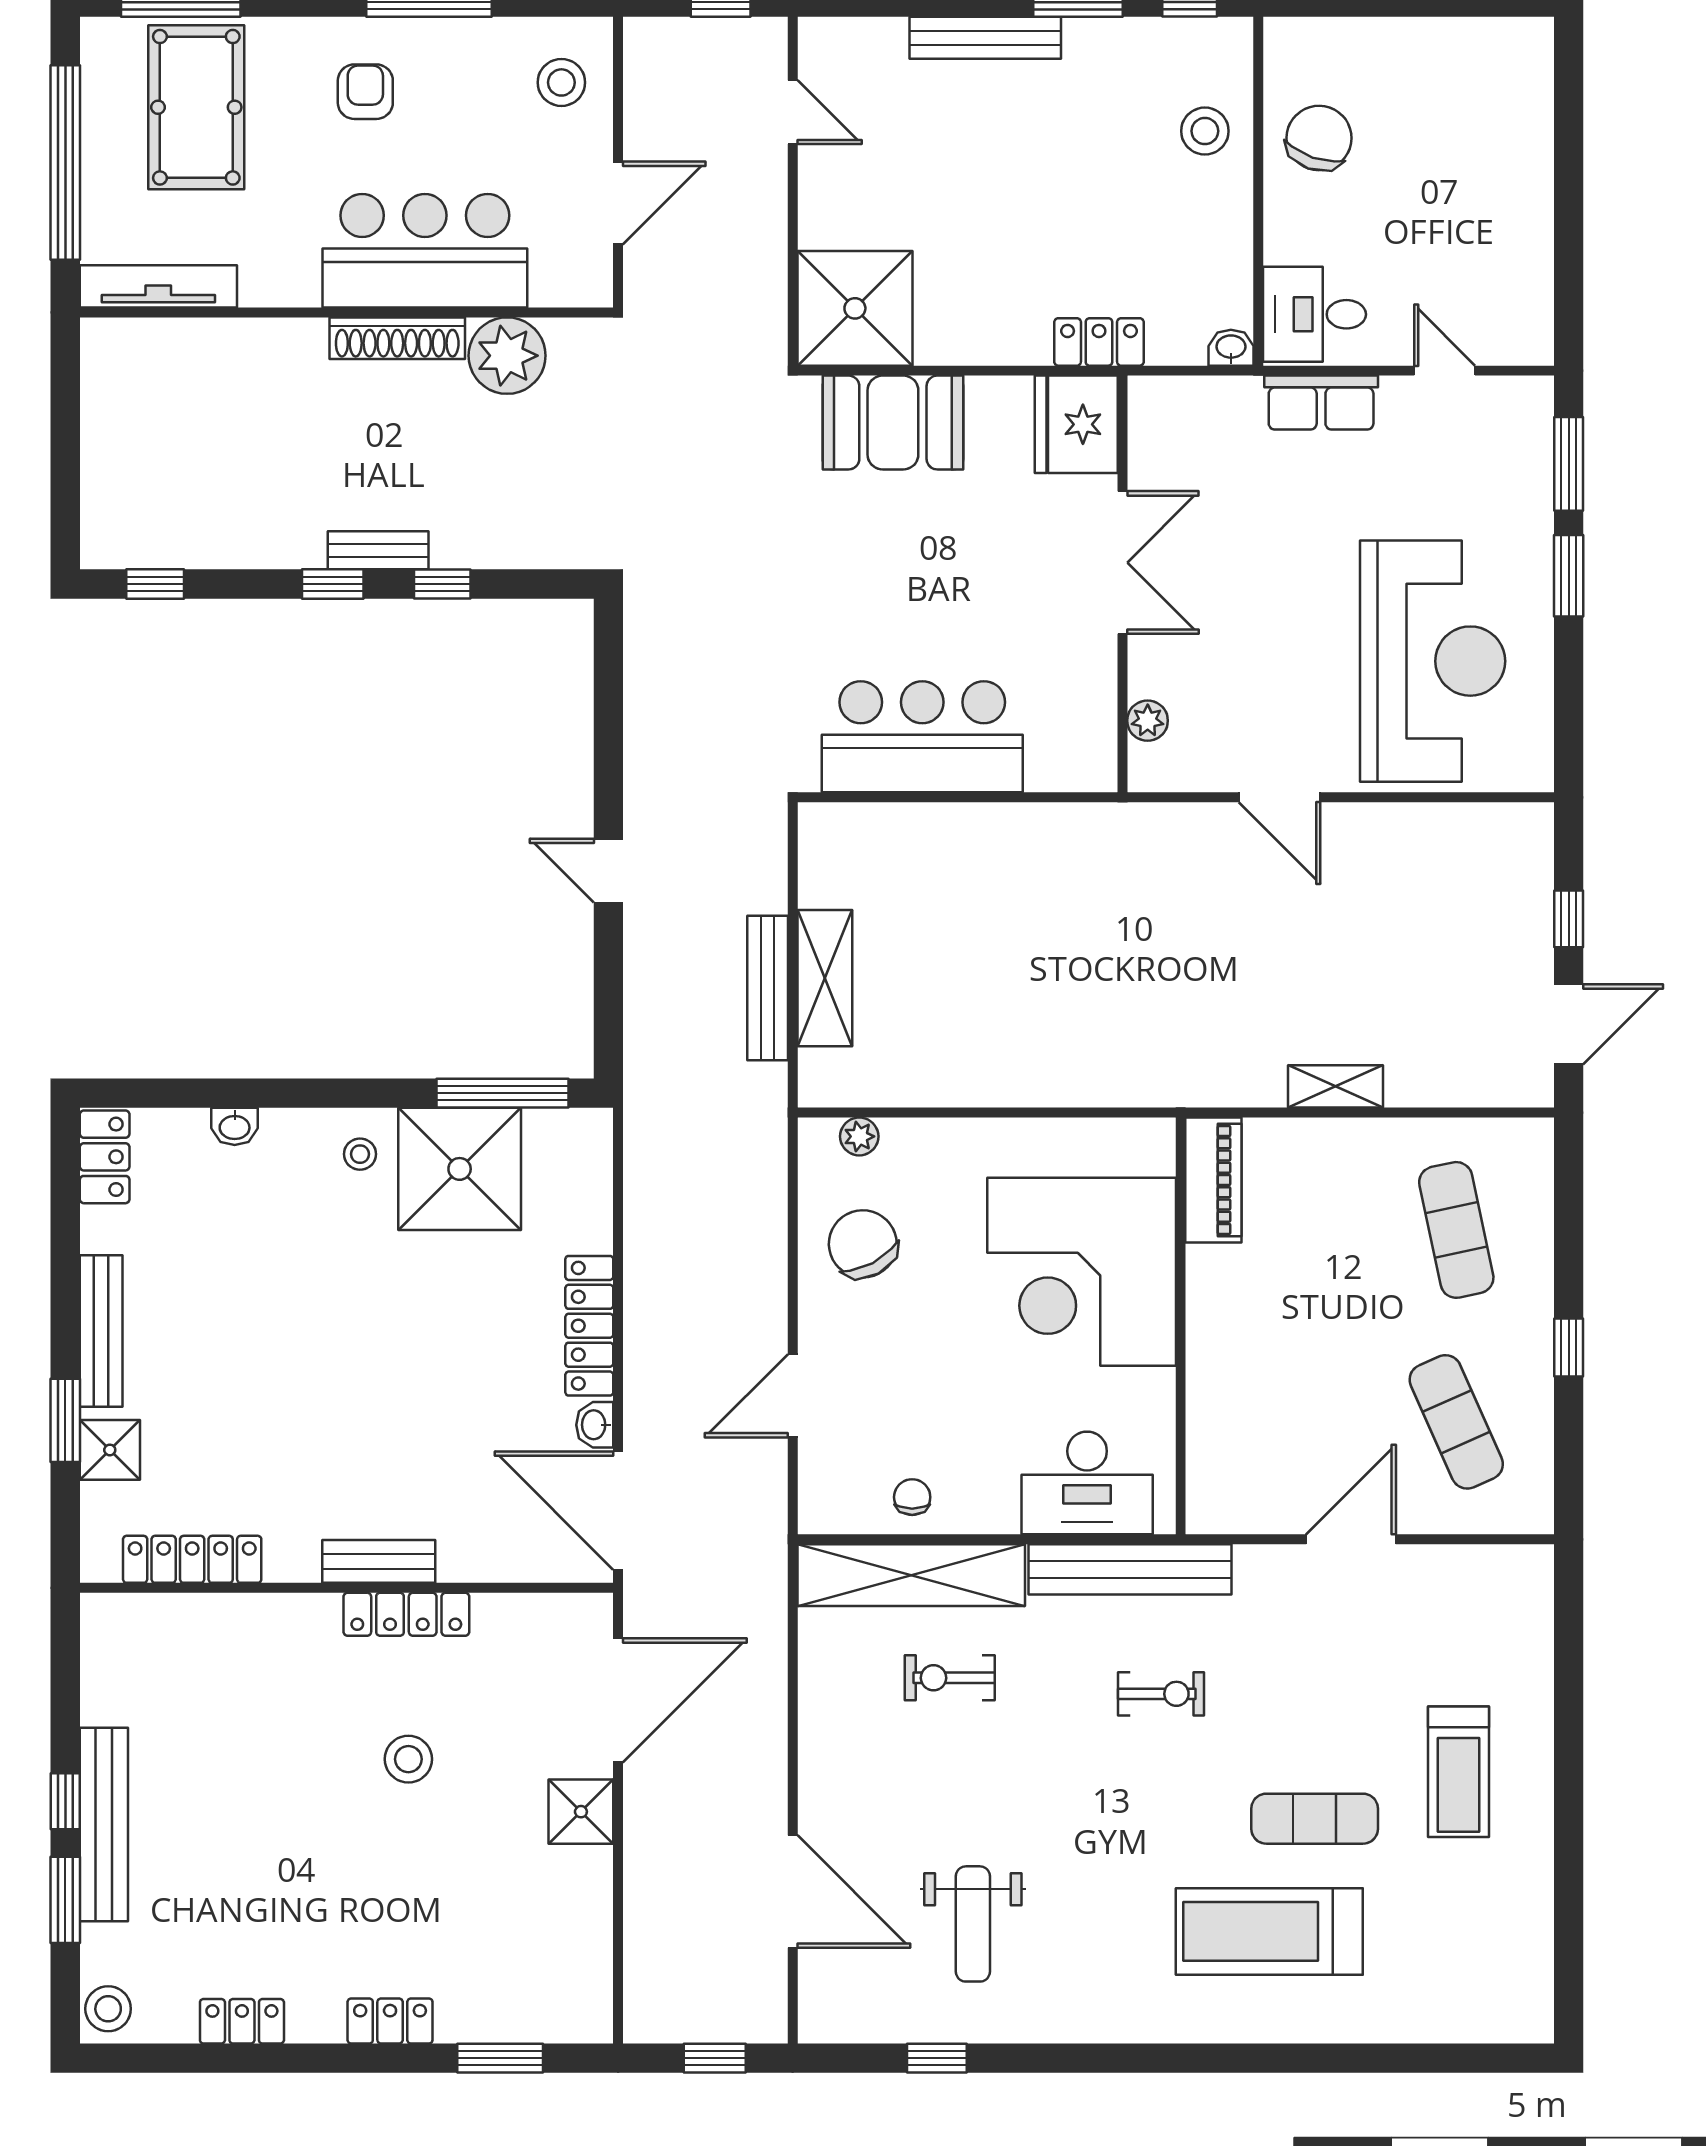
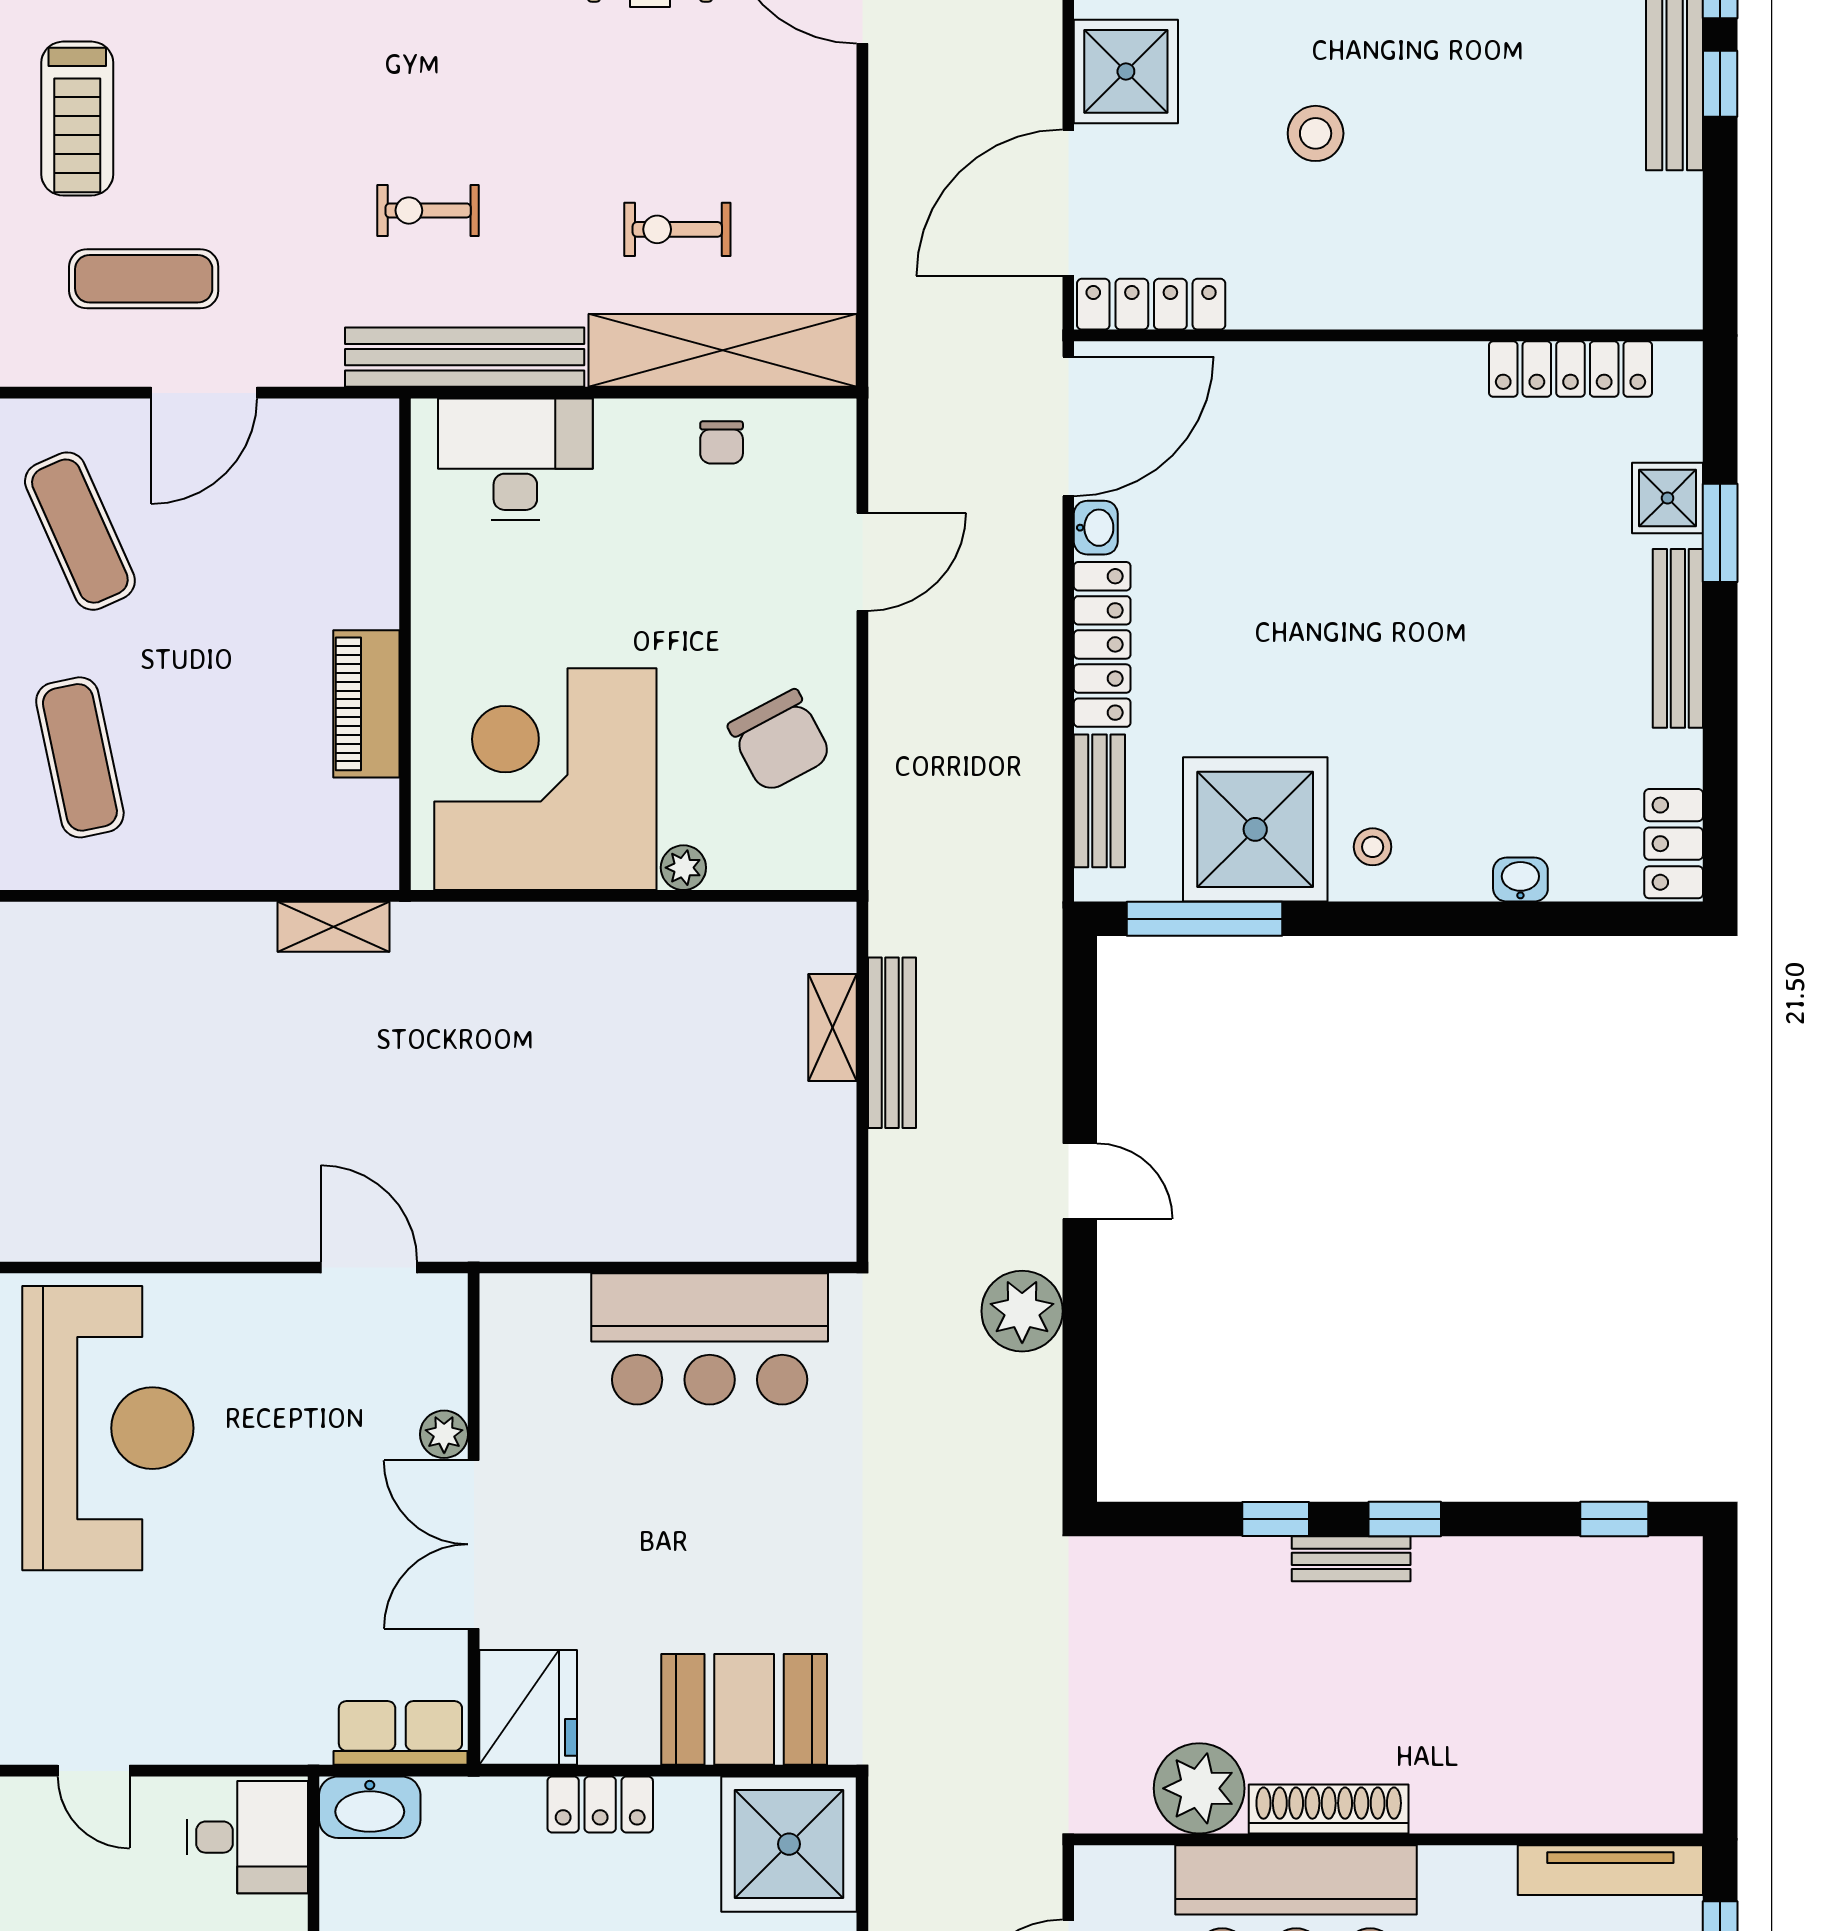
locker: (1099, 342) -> (600, 1804), moved
washbasin: (1231, 348) -> (370, 1807), width x1.91, depth x1.45
row of seats: (1321, 403) -> (400, 1733), moved
reception desk: (1433, 661) -> (108, 1428), turned 180
plant: (1148, 721) -> (444, 1434), moved
plant: (657, 760) -> (1022, 1311), added
door: (1280, 797) -> (369, 1267), moved
shelving: (825, 978) -> (833, 1028), width x0.67, depth x0.75
shelving: (1336, 1086) -> (333, 927), moved
plant: (859, 1136) -> (683, 868), moved
piano: (1213, 1180) -> (366, 704), moved
corner desk: (1082, 1272) -> (545, 779), moved, turned -90
door: (618, 1511) -> (1068, 426), hinge flipped
bench: (379, 1561) -> (1099, 801), moved, turned 90
locker: (406, 1614) -> (1151, 304), moved
exercise bike: (950, 1678) -> (677, 229), turned 180
treadmill: (1459, 1772) -> (77, 119), turned 180
shower: (581, 1812) -> (1126, 71), width x1.36, depth x1.36
exercise mat: (1315, 1819) -> (144, 279), moved

